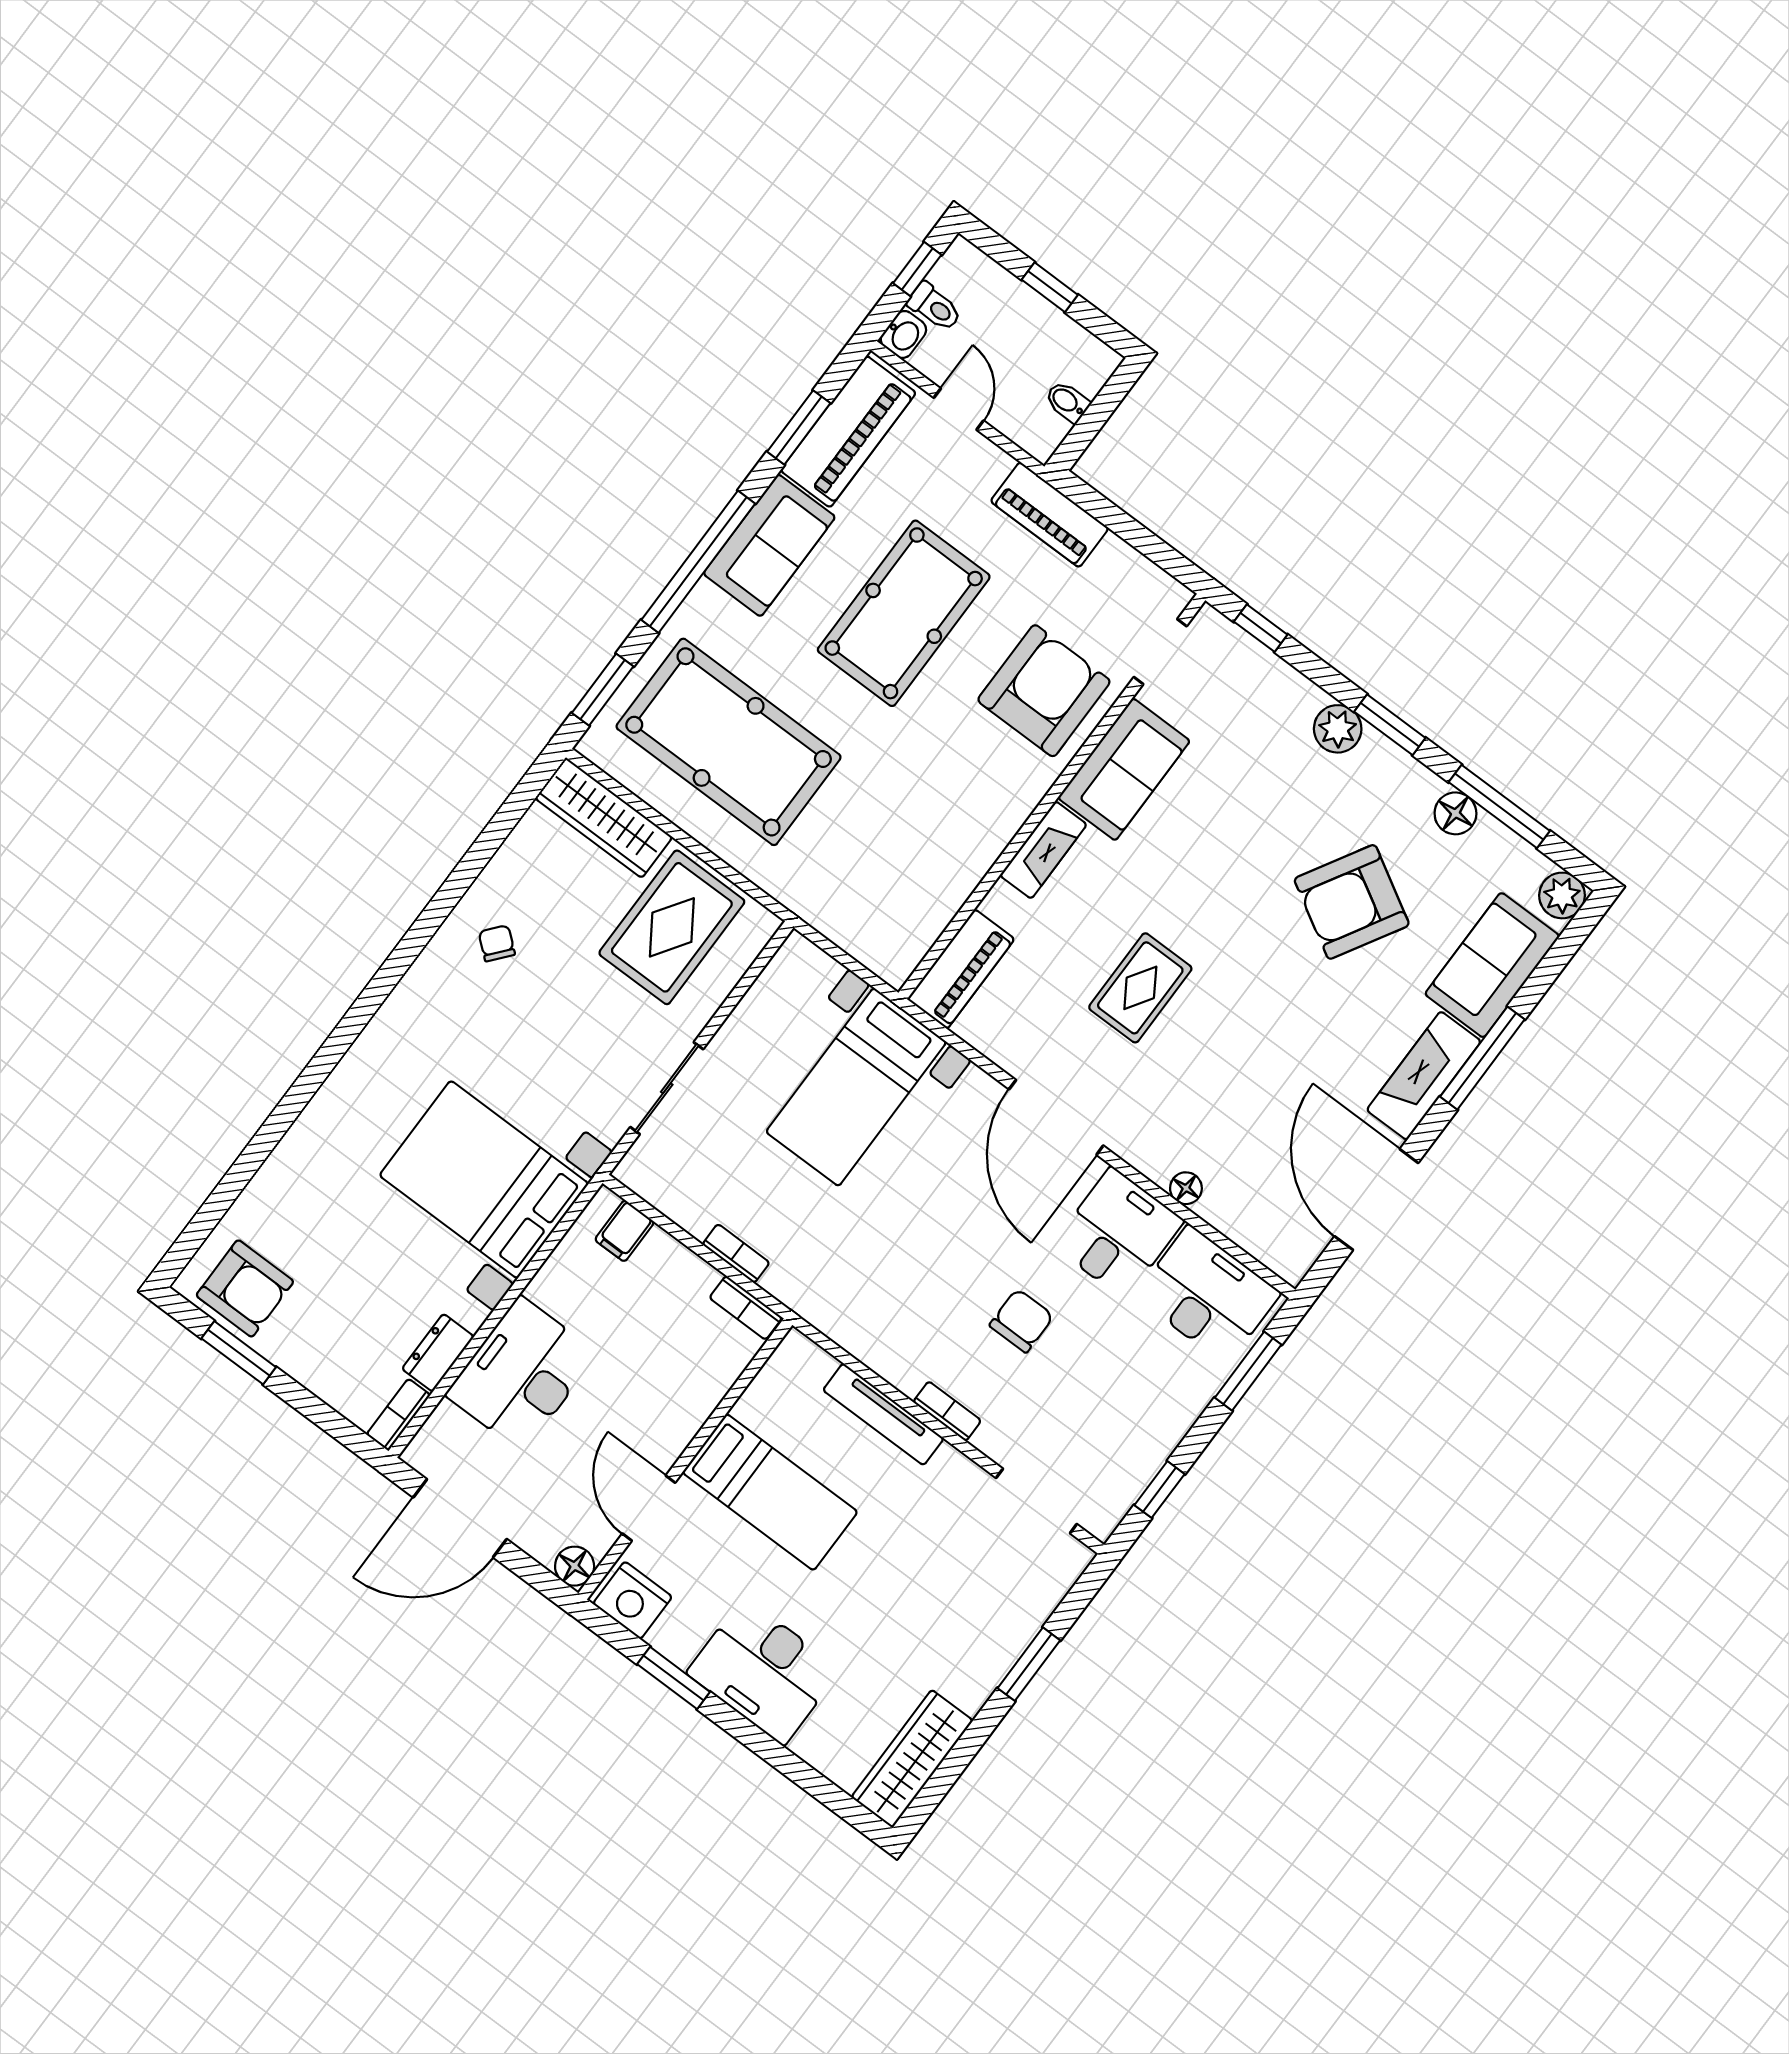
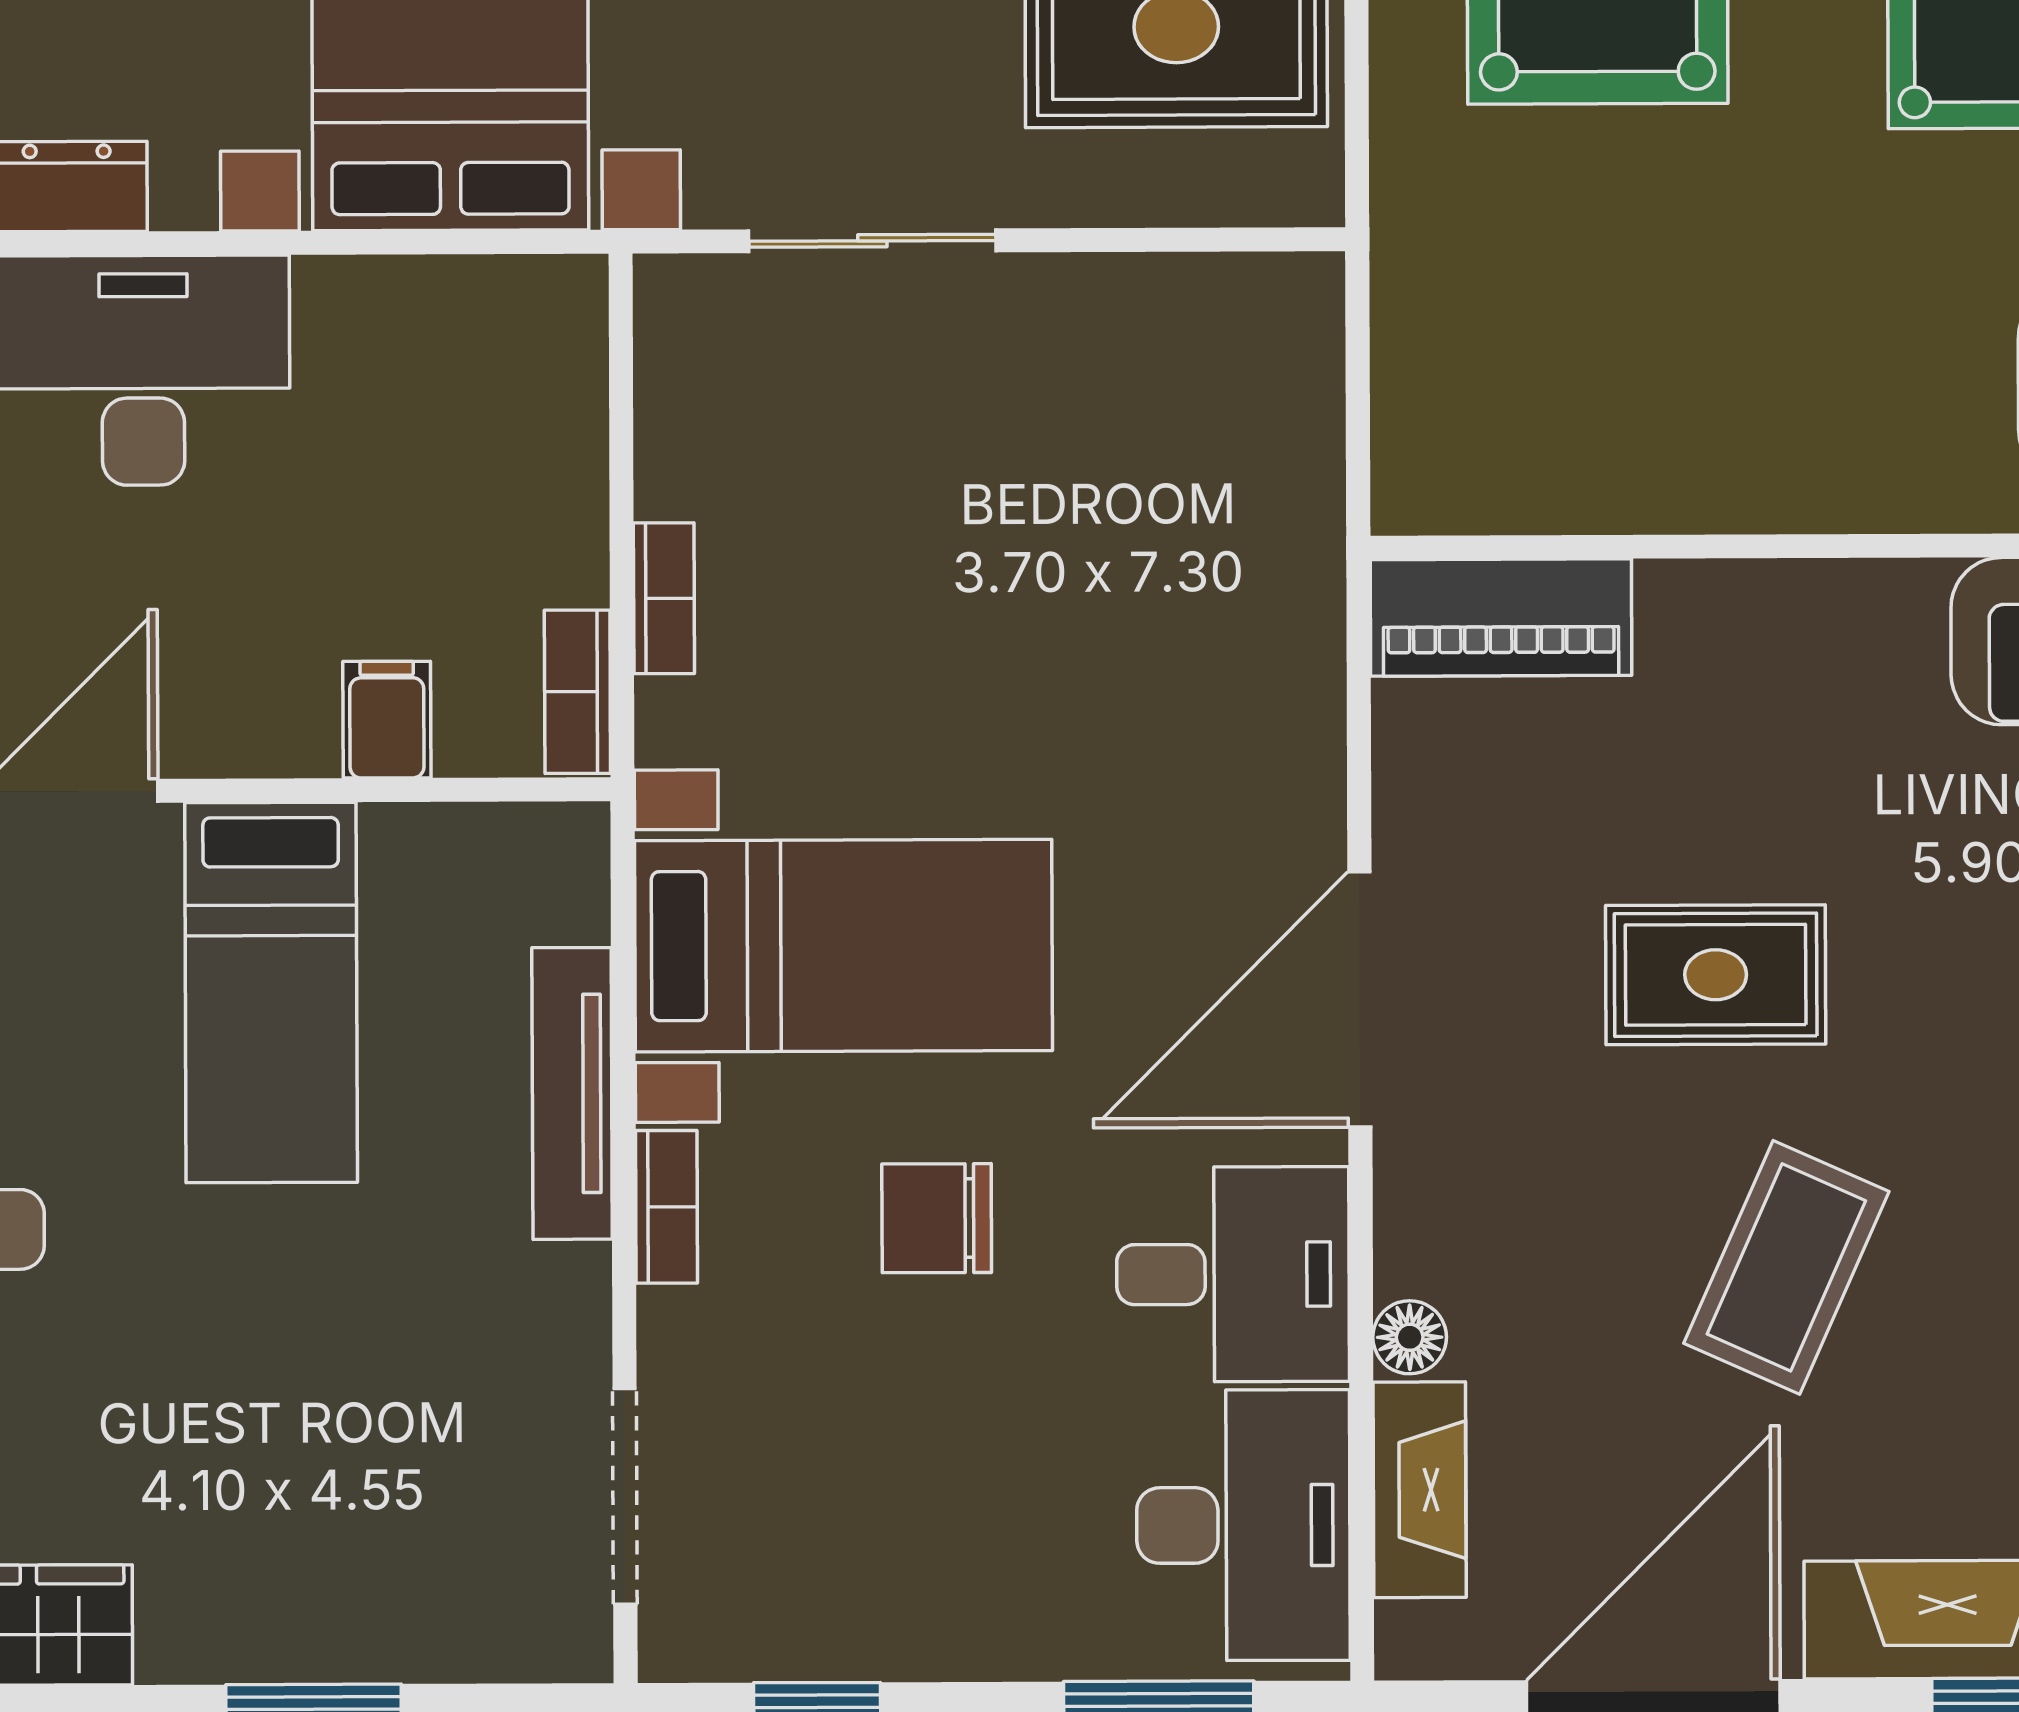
fireplace: (1043, 850) -> (1420, 1490), moved, turned -90
coffee table: (1260, 1040) -> (1786, 1267), added
bed with nightstands: (856, 1087) -> (844, 946), moved, turned 180
filing cabinet: (624, 1231) -> (387, 720), moved, turned 90
chair: (1022, 1321) -> (937, 1218), turned 180

